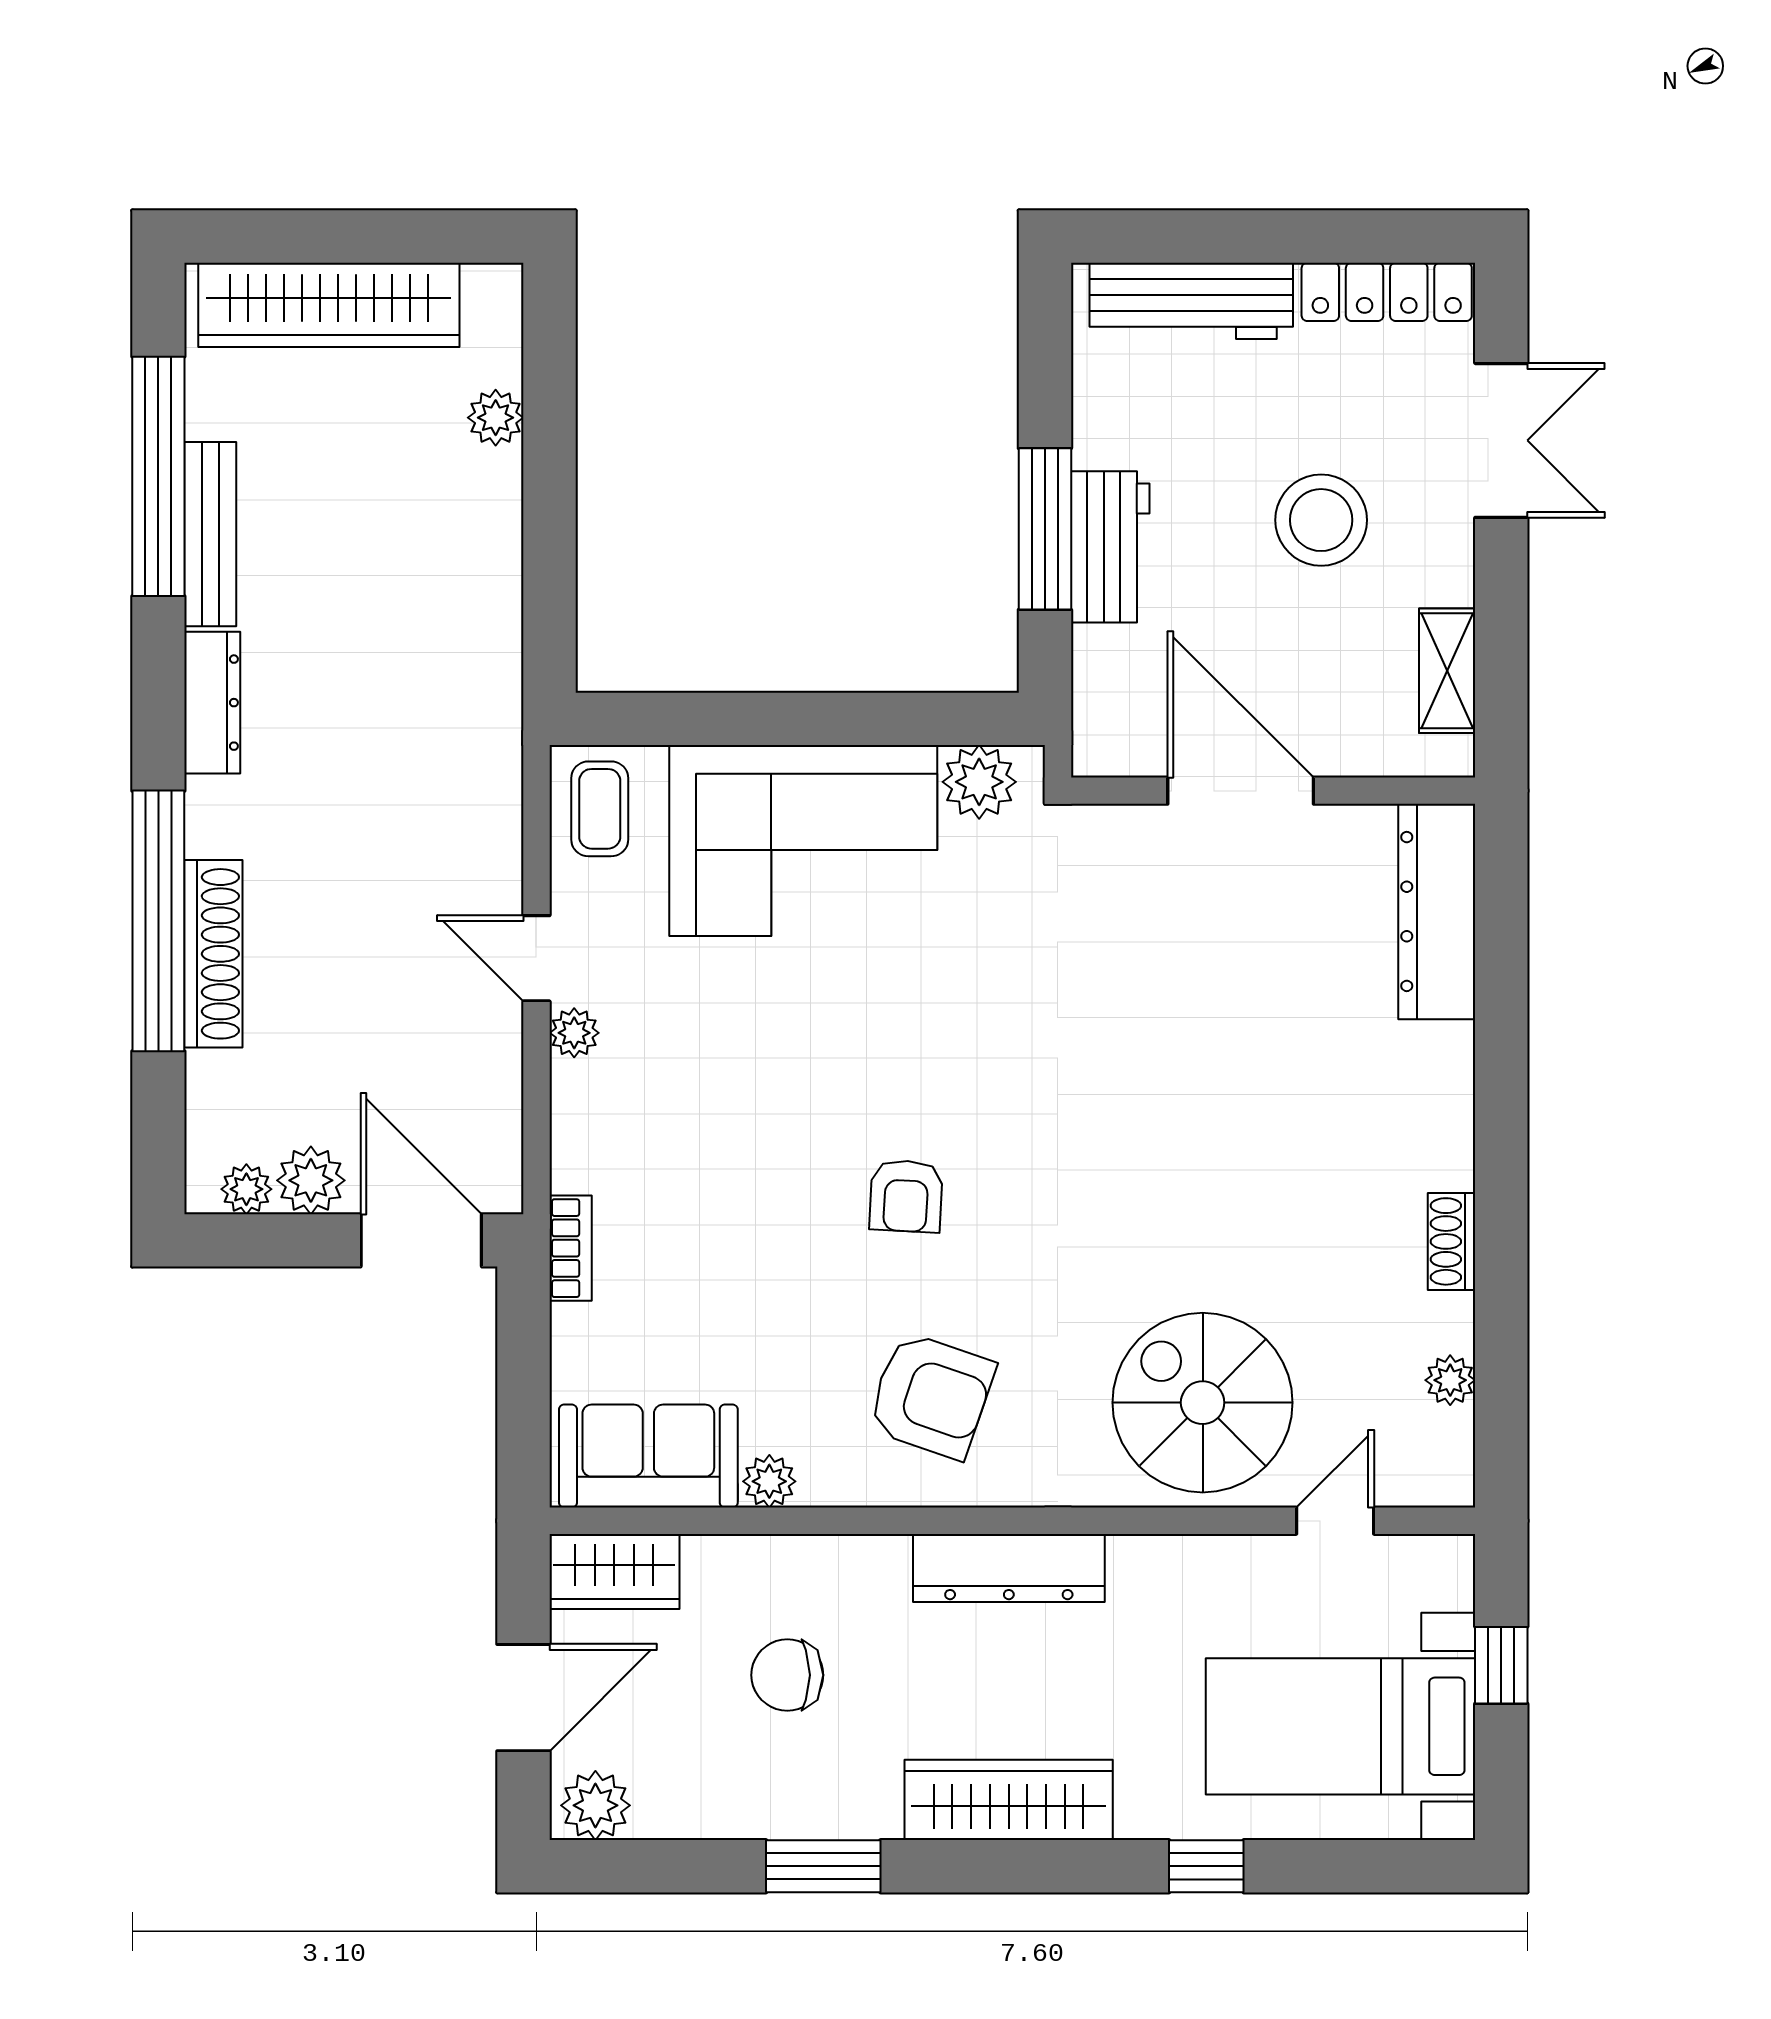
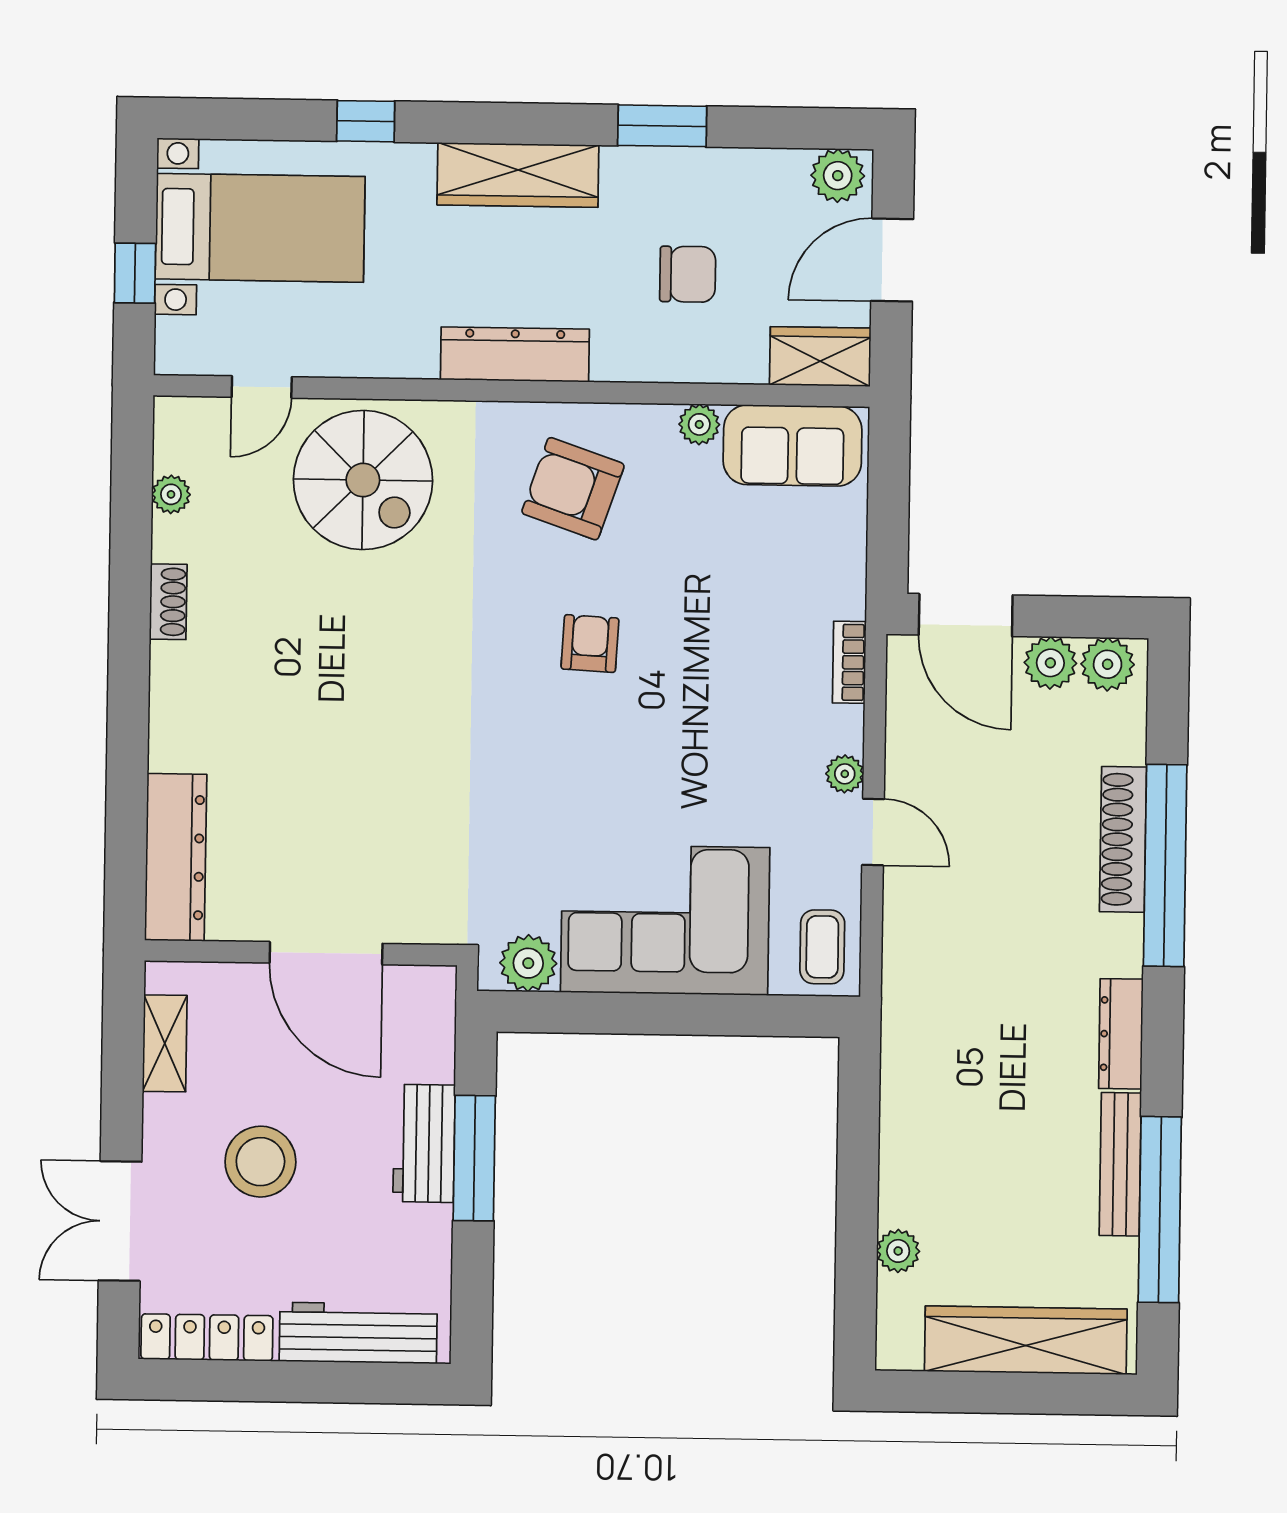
plant: (246, 1189) -> (1108, 664), width x1.38, depth x1.38
bookcase: (571, 1248) -> (849, 662), moved

